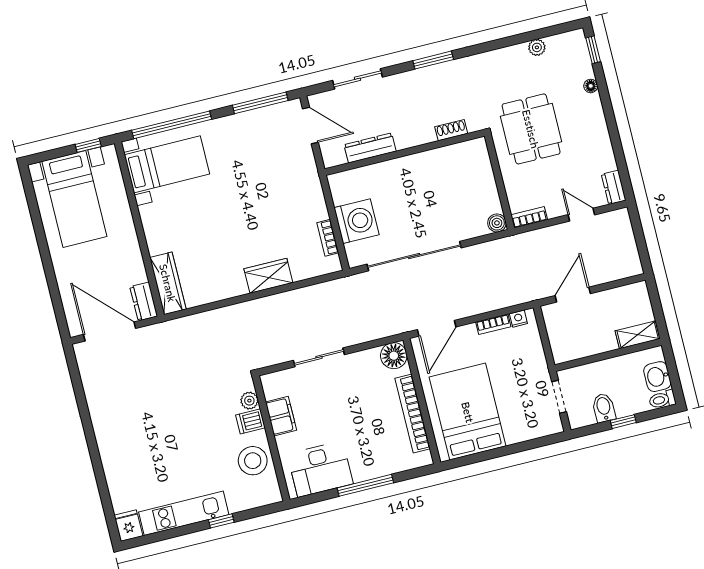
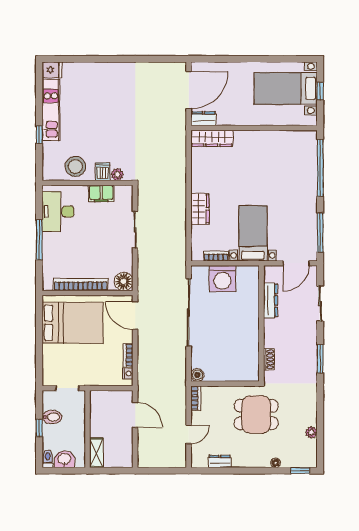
window: (88, 145) -> (320, 91), moved
bed with nightstands: (167, 164) -> (253, 233), moved, turned 180
dresser: (614, 187) -> (220, 461), moved

